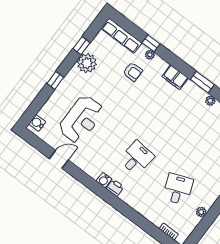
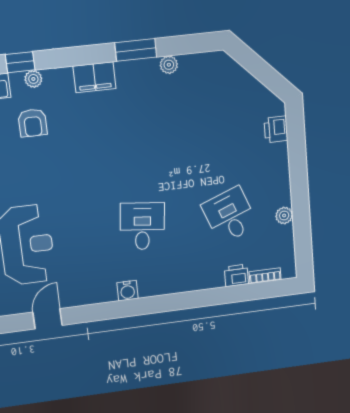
armchair: (133, 72) -> (33, 123), turned 90
printer: (115, 188) -> (236, 275), moved

